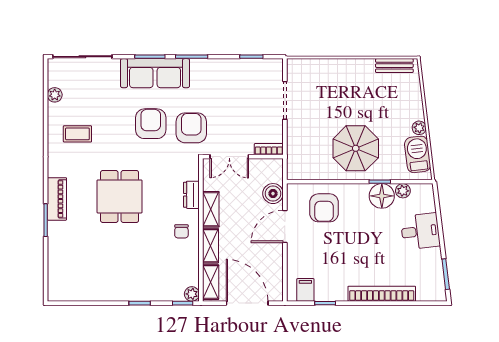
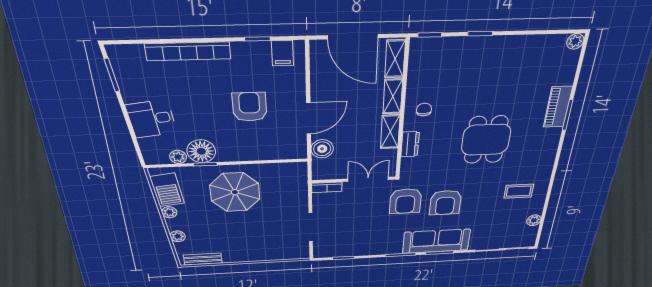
plant: (415, 97) -> (178, 236), added
piano: (57, 199) -> (558, 107), moved
armchair: (324, 208) -> (250, 107), moved
plant: (192, 294) -> (575, 41), moved

